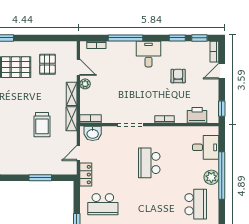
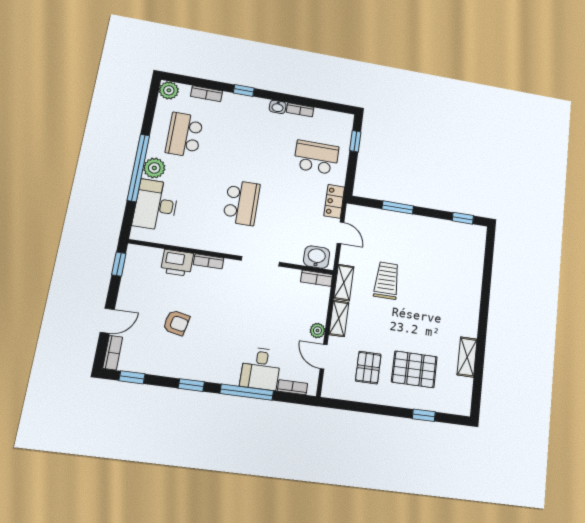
window: (177, 38) -> (191, 385), moved
desk: (149, 54) -> (261, 369), moved
armchair: (178, 76) -> (176, 323), turned -78
printer: (197, 115) -> (177, 263), moved
desk: (206, 147) -> (156, 205), width x1.37
door: (78, 153) -> (340, 233), hinge flipped

